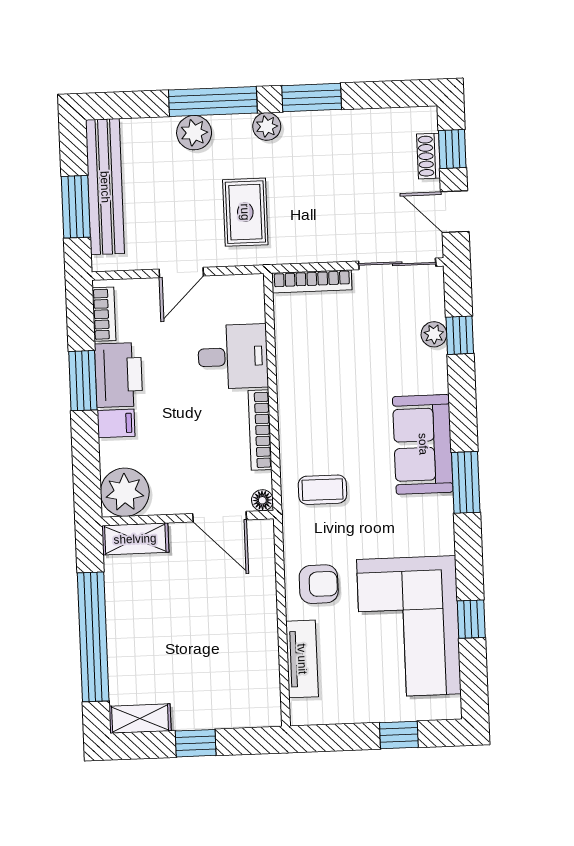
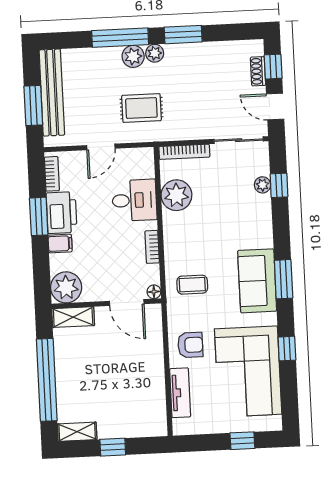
plant: (194, 133) -> (133, 56), moved
rug: (245, 212) -> (141, 108), turned 90
plant: (299, 349) -> (176, 195), added
bookcase: (260, 430) -> (152, 247), width x0.64
sofa: (423, 444) -> (257, 281), moved
window: (471, 619) -> (287, 349), moved

